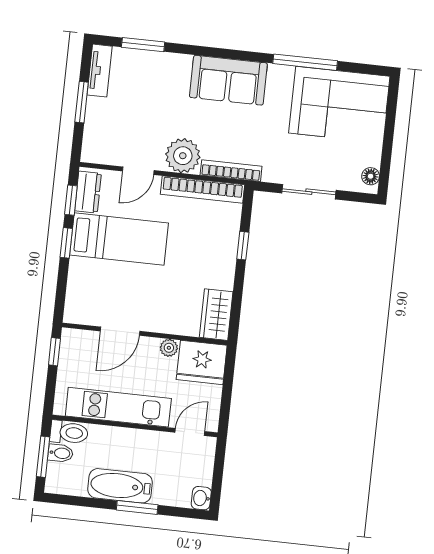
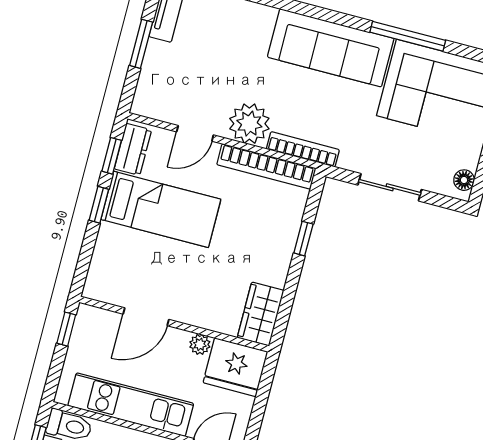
sofa: (228, 80) -> (331, 48), width x1.36

